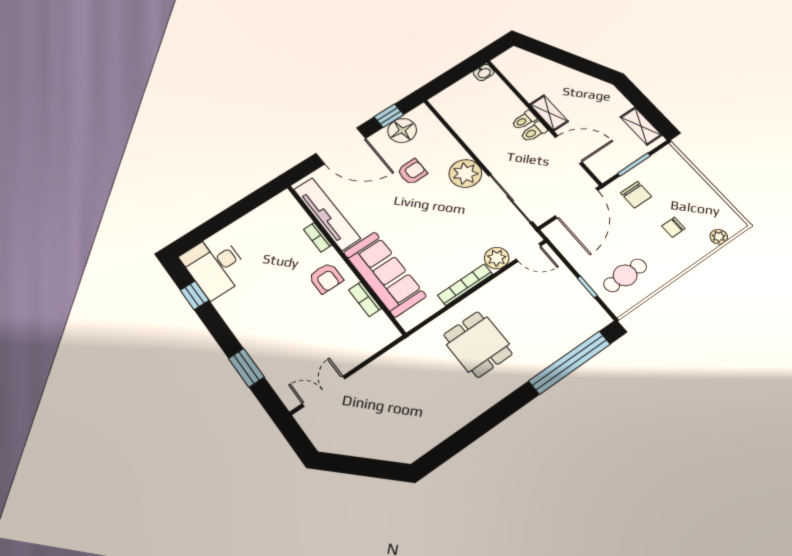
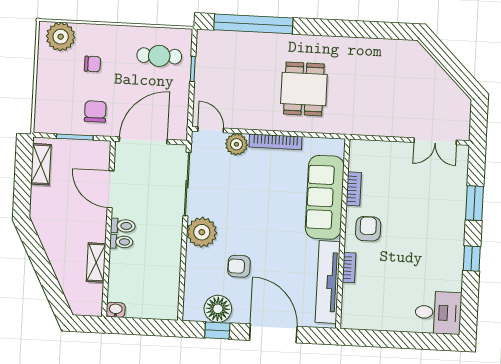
shelving: (549, 113) -> (96, 262), moved
plant: (719, 237) -> (61, 37), width x1.88, depth x1.88
desk: (215, 266) -> (438, 313), width x0.73
window: (195, 295) -> (472, 259), moved

